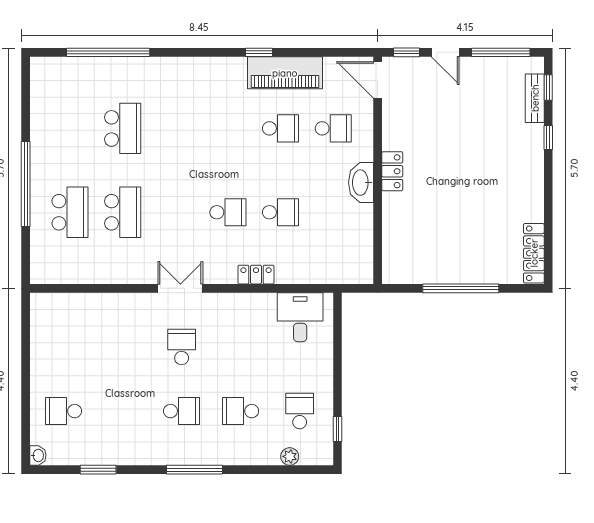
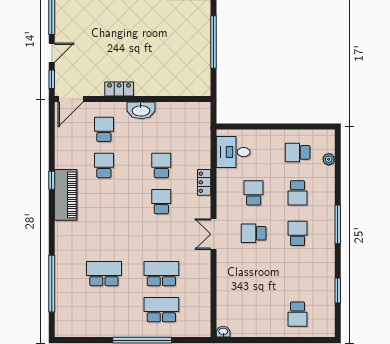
piano: (285, 73) -> (66, 195), moved
locker: (392, 171) -> (119, 89), moved
school desk: (241, 347) -> (254, 193), added
window: (338, 429) -> (310, 126), removed
washbasin: (38, 455) -> (223, 332), moved

